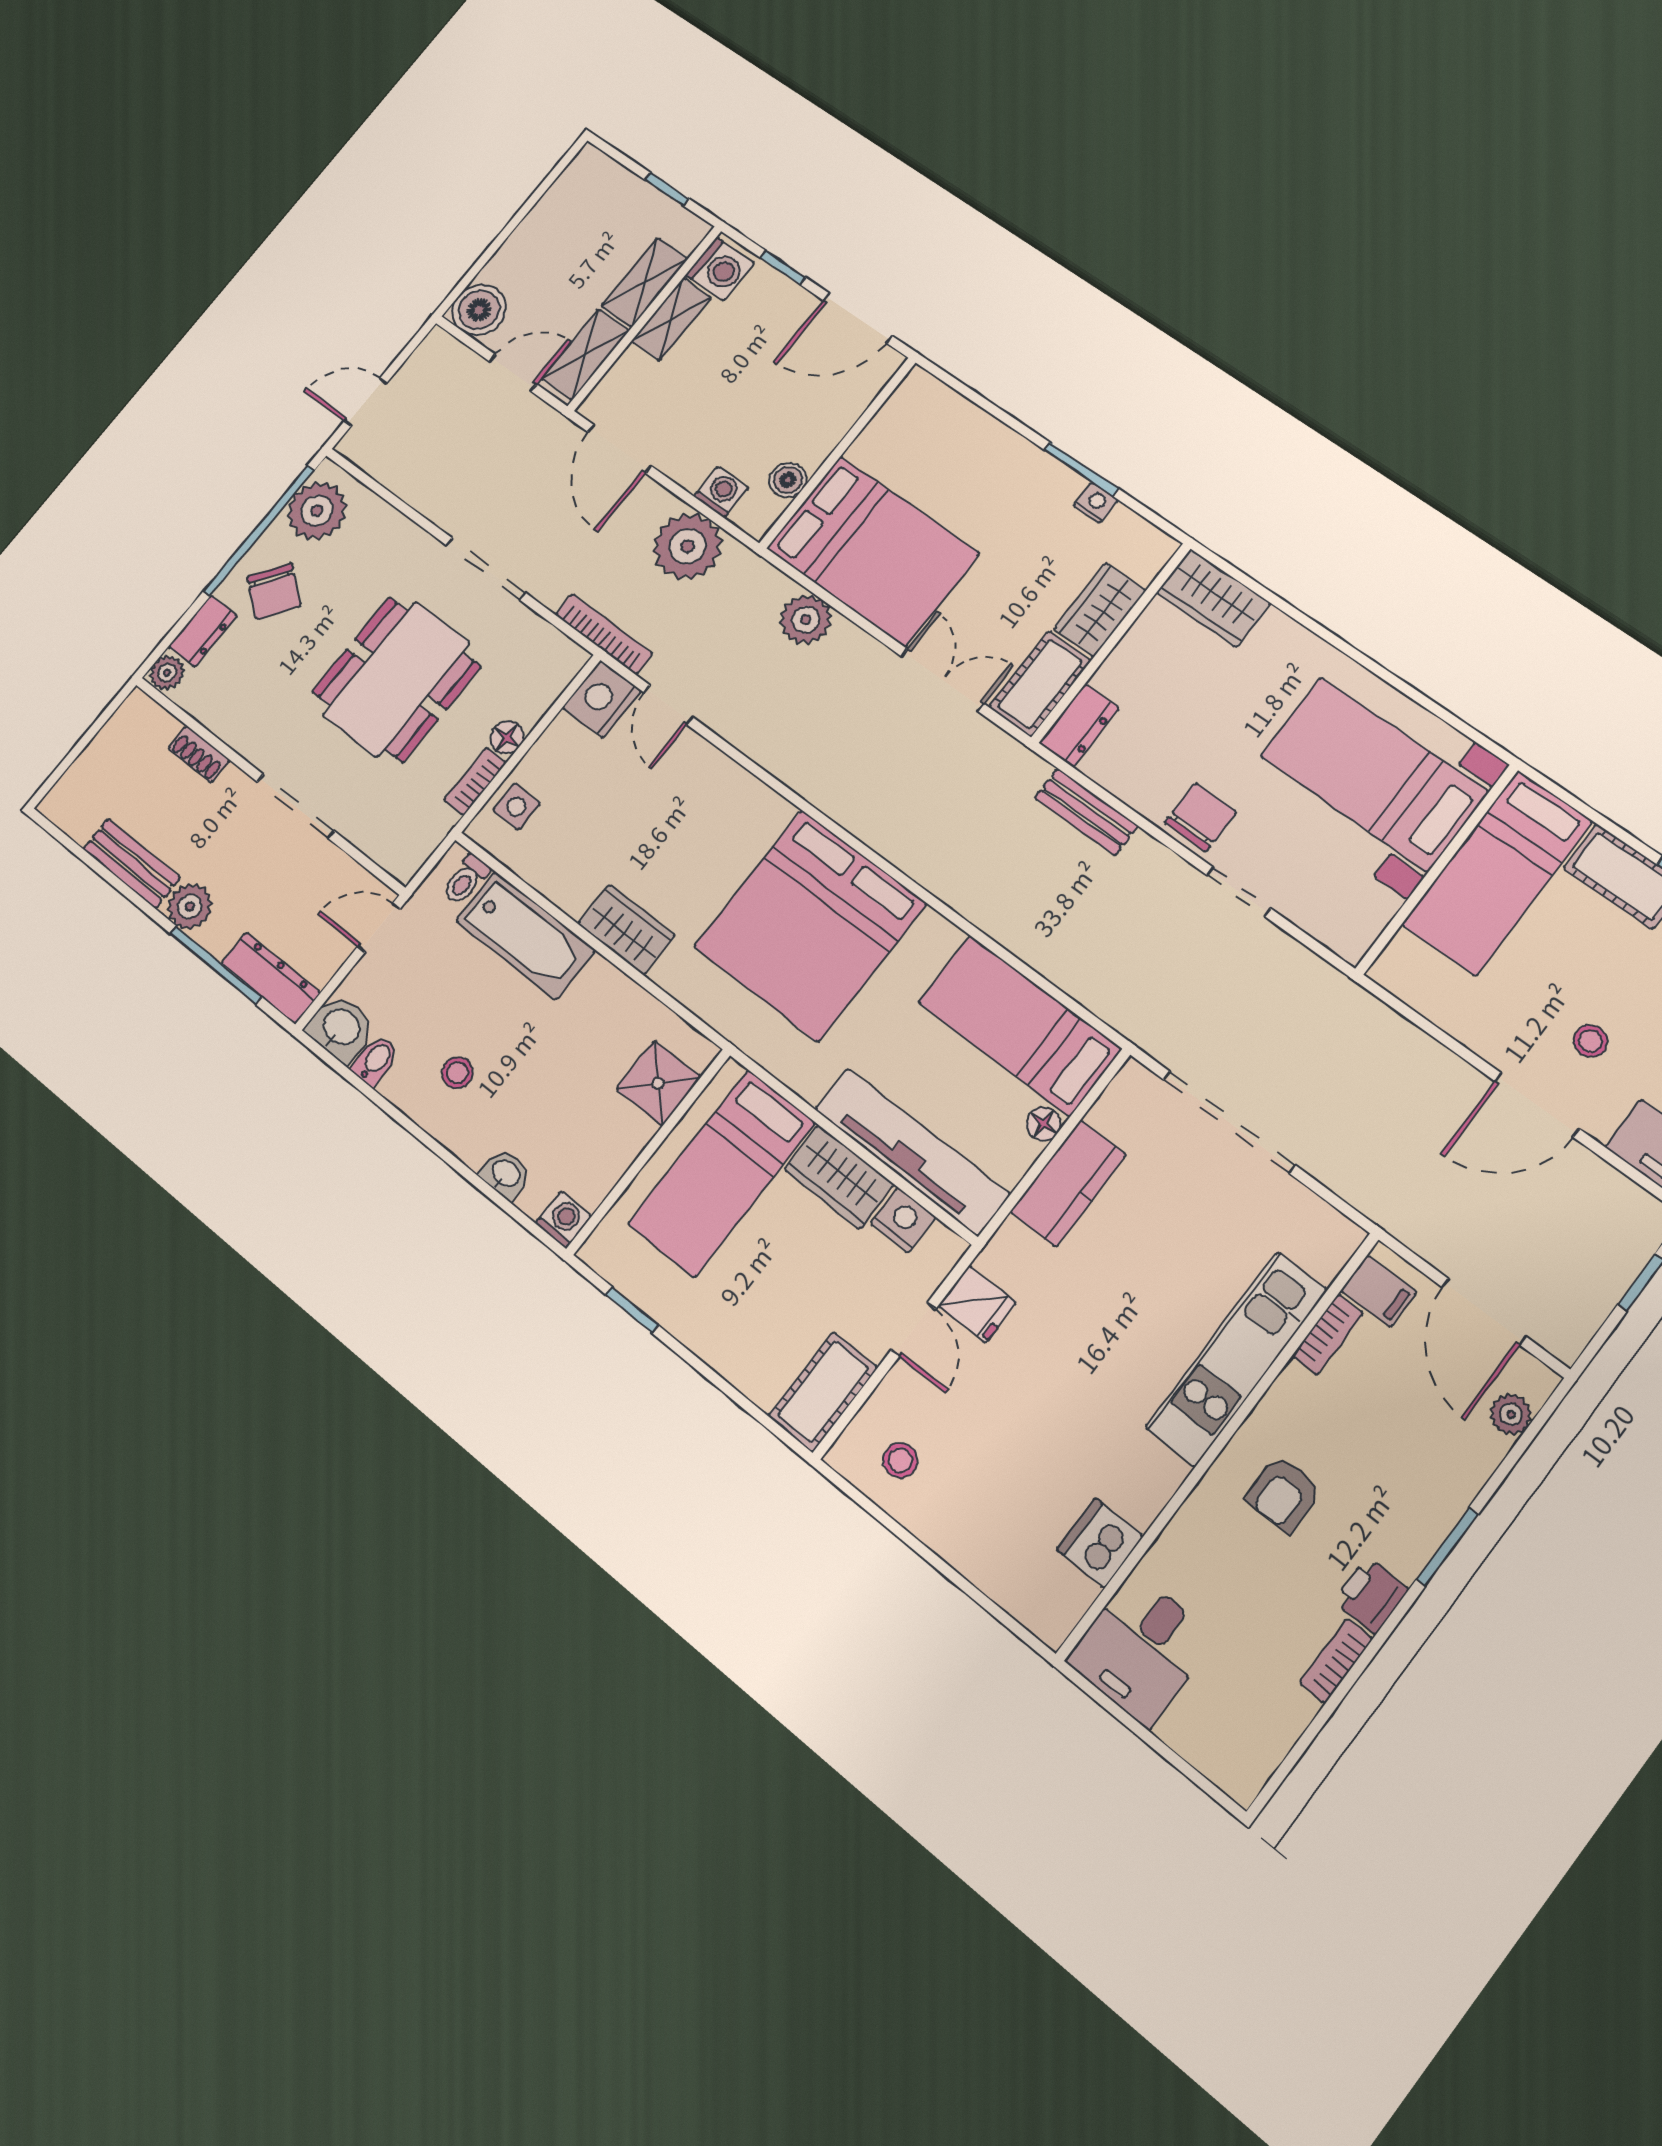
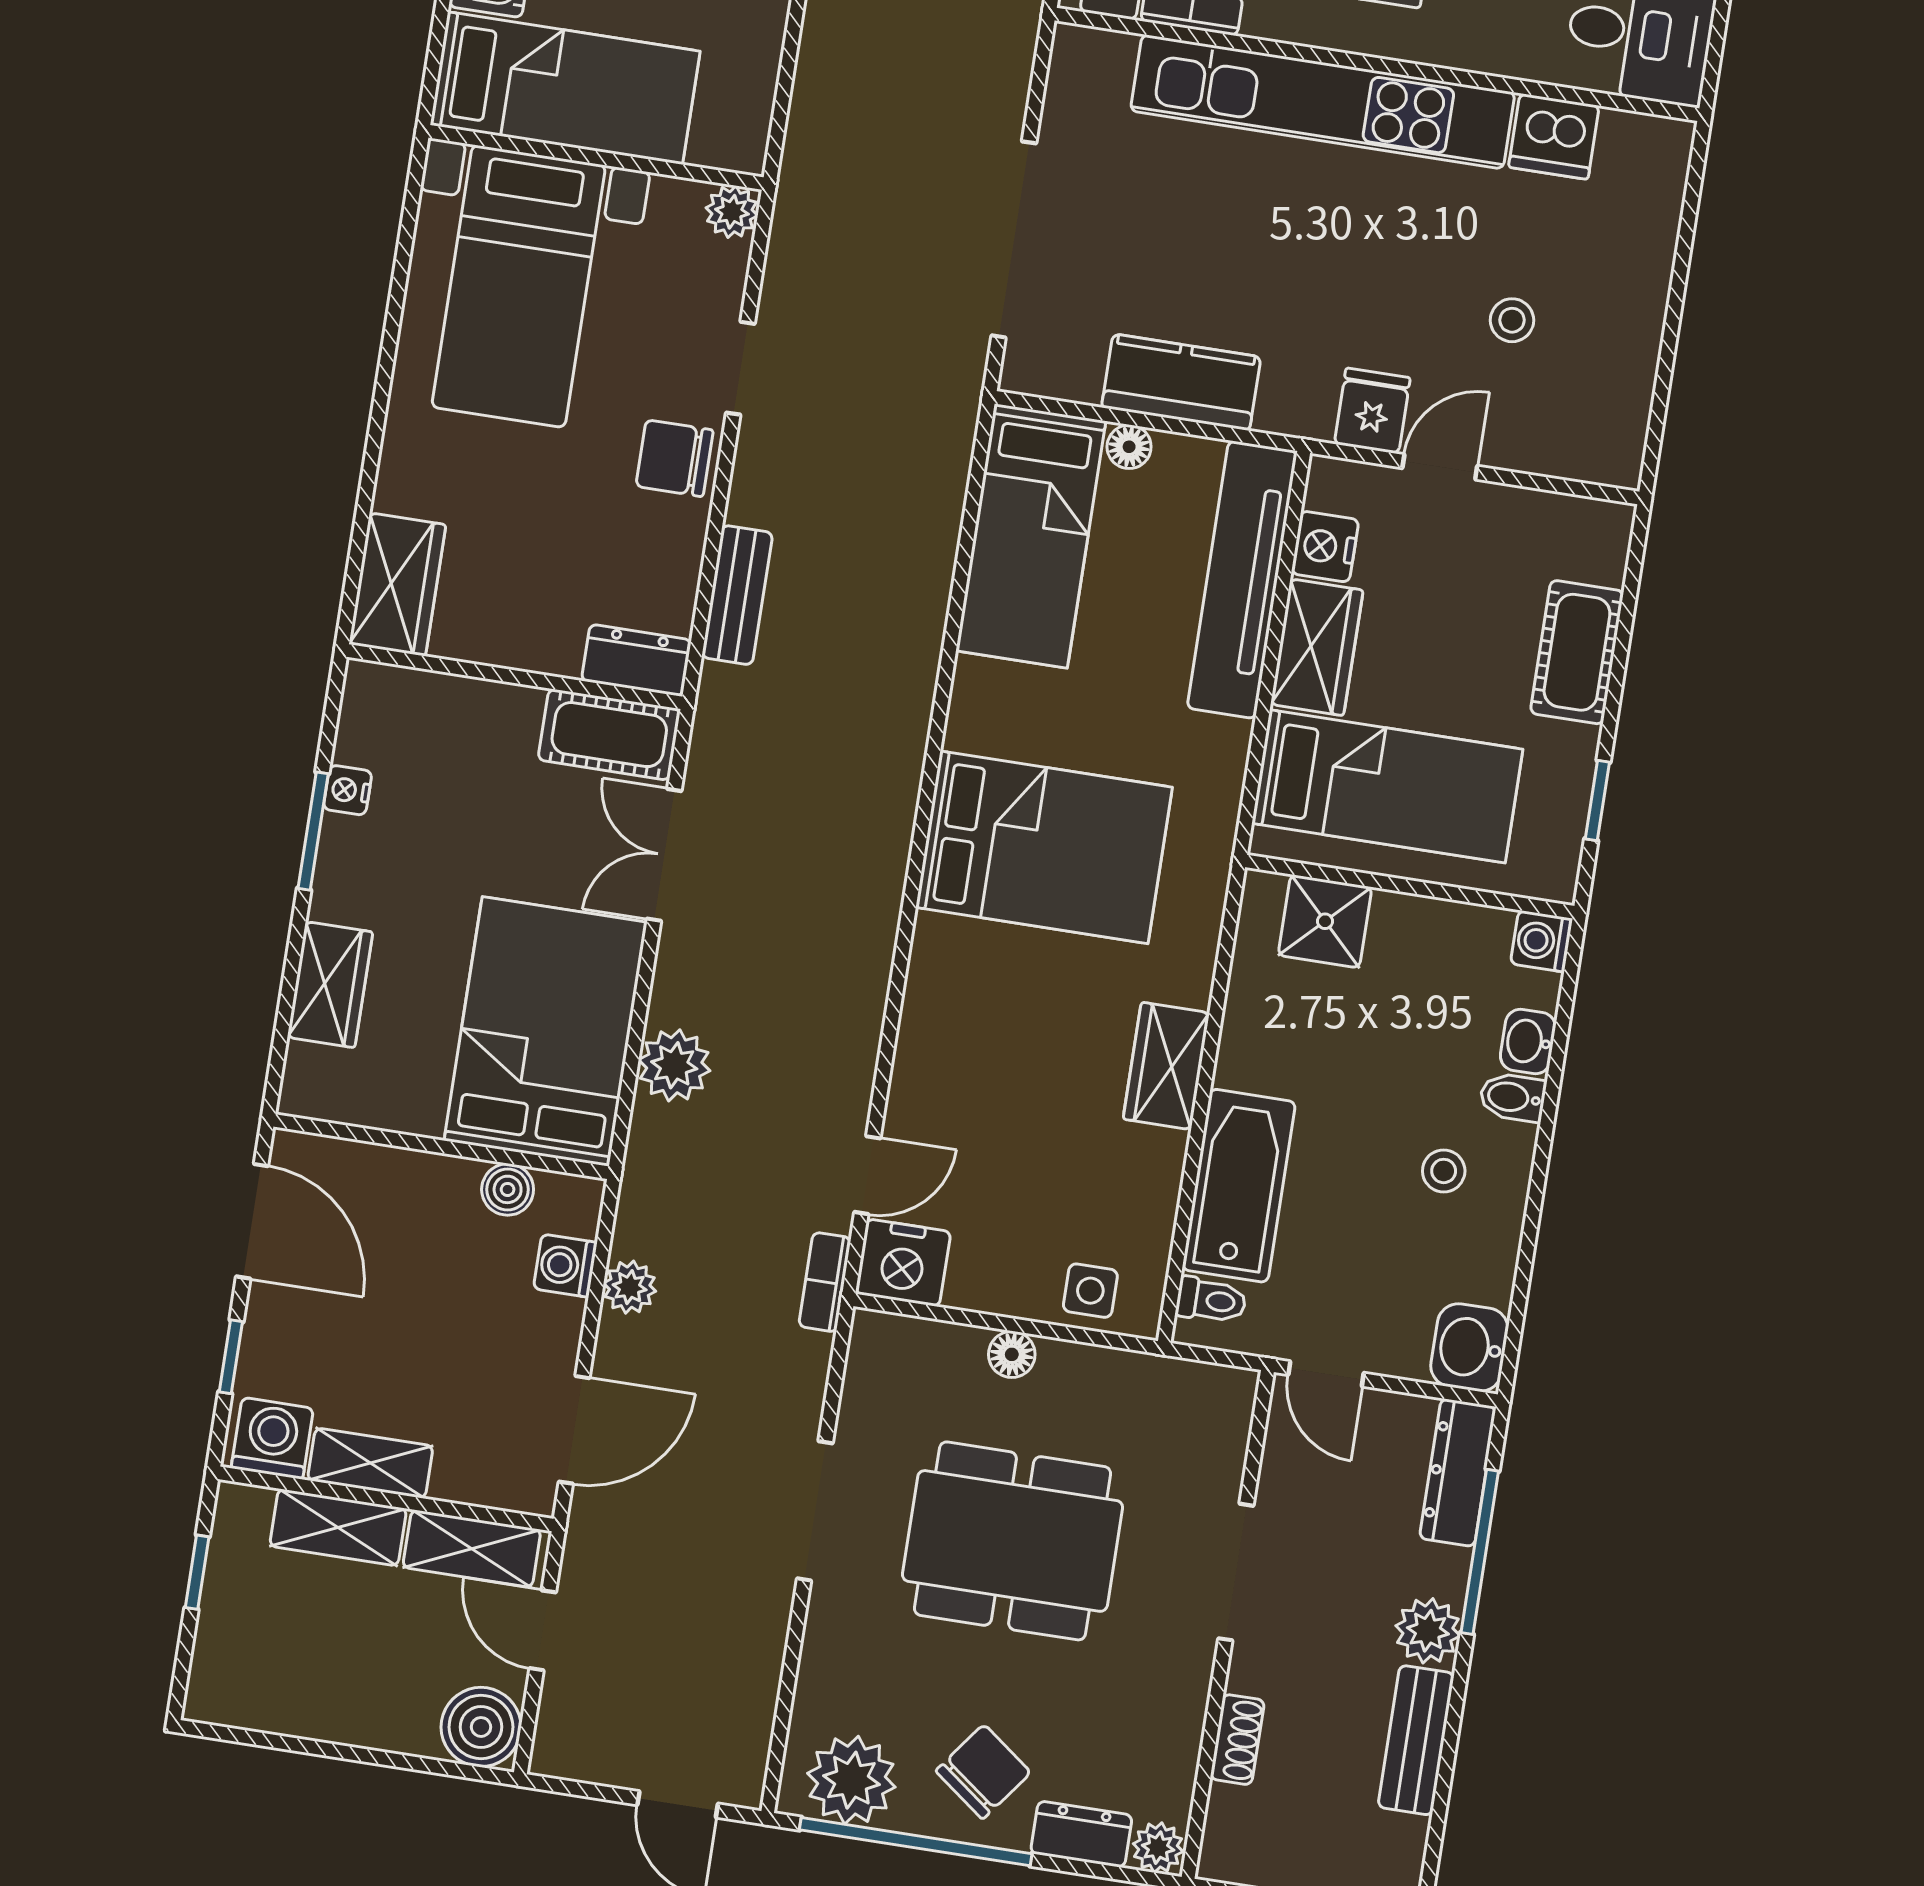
plant: (688, 546) -> (630, 1287), width x0.53, depth x0.53
wardrobe: (1100, 610) -> (330, 985), moved, turned -90
bookcase: (604, 634) -> (825, 1282), width x0.64
bookcase: (475, 781) -> (1087, 1362), removed
bed: (810, 925) -> (1044, 847), width x0.73
plant: (1350, 941) -> (732, 212), added
bidet: (375, 1060) -> (1513, 1097), moved
kitchen unit: (1236, 1359) -> (1323, 102), width x1.36
cot: (823, 1392) -> (1577, 652), moved, turned 90
stool: (900, 1460) -> (1512, 320), moved

